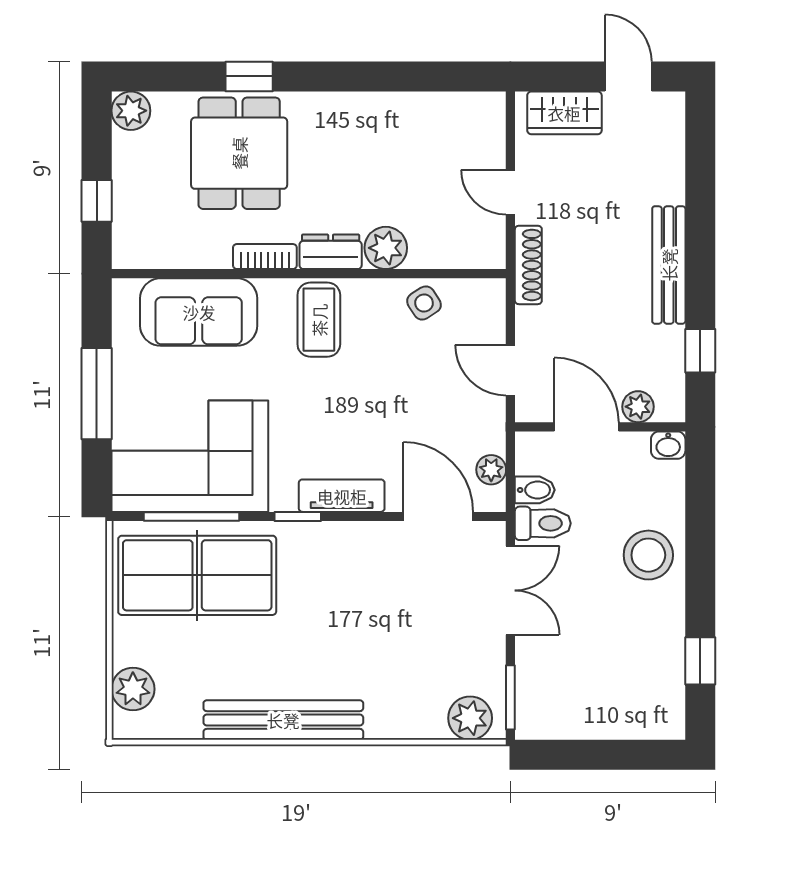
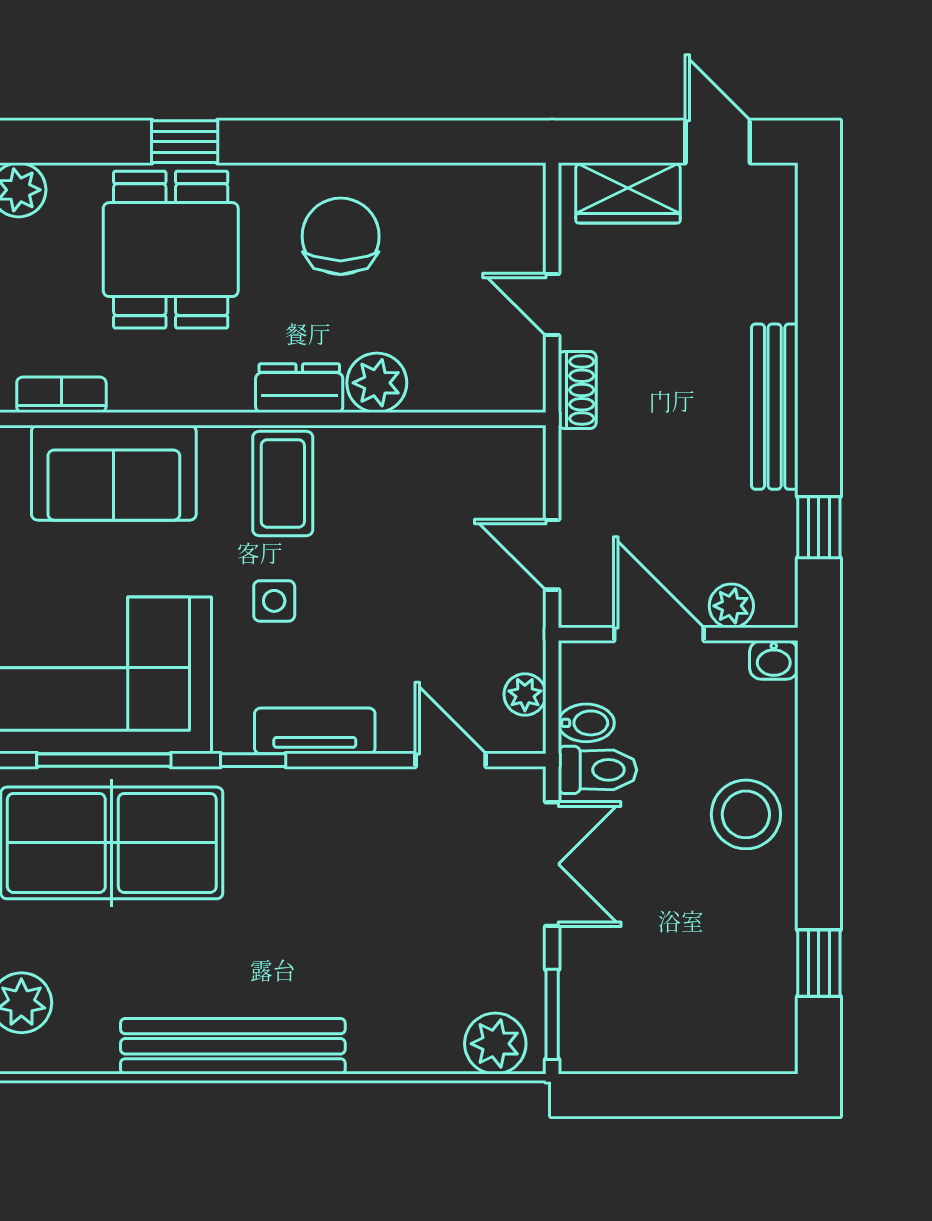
chair: (360, 144) -> (341, 236), added
bookcase: (265, 257) -> (61, 395), moved
shoe rack: (528, 265) -> (577, 390), width x0.70
side table: (424, 303) -> (274, 601), moved, turned 33
door: (438, 516) -> (451, 760), width x0.73

